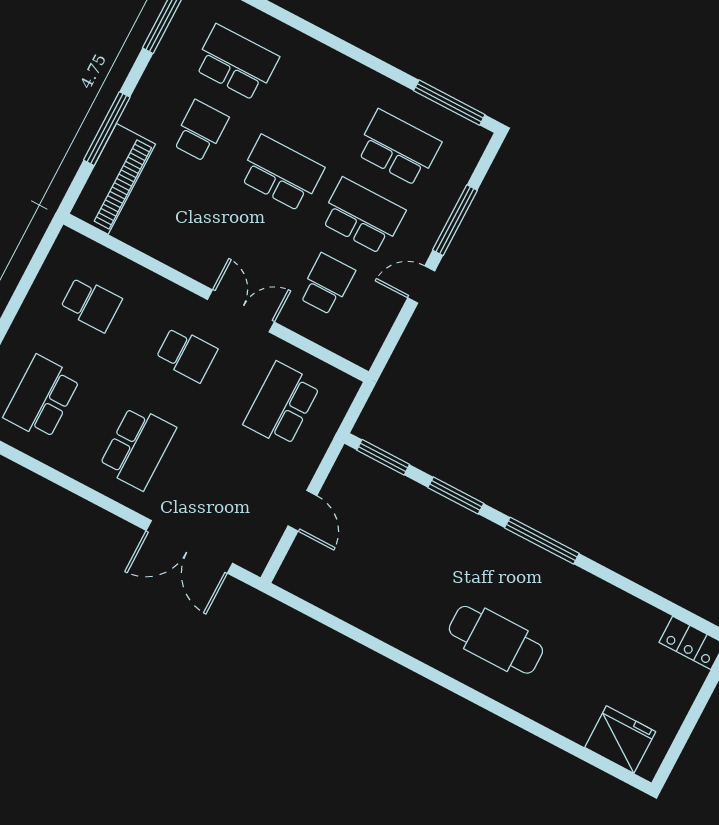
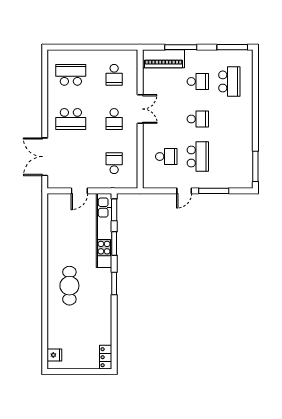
school desk: (398, 148) -> (229, 157), removed
school desk: (281, 173) -> (198, 119), width x0.54
door: (421, 284) -> (184, 191), swing flipped
double door: (241, 311) -> (140, 109), moved
school desk: (282, 404) -> (114, 163), width x0.54
kitchen unit: (416, 503) -> (104, 231), added
window: (542, 541) -> (114, 283), width x0.69
fridge: (620, 740) -> (54, 355), width x0.53, depth x0.75

